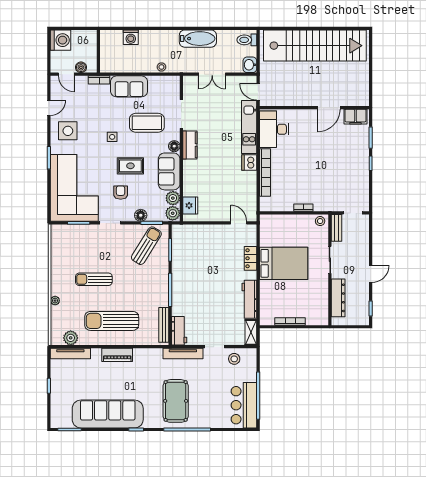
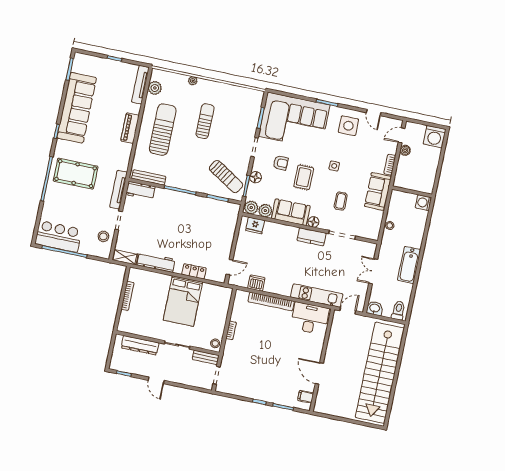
wall: (98, 51) -> (412, 192), moved
filing cabinet: (355, 117) -> (306, 397), width x0.50
coffee table: (147, 123) -> (341, 201), width x0.54, depth x0.58
dishwasher: (249, 162) -> (256, 283), moved

